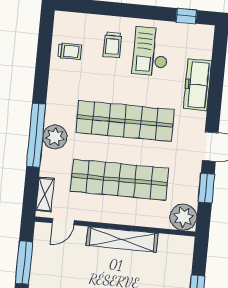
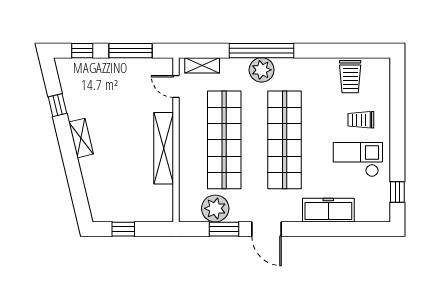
trolley: (70, 51) -> (350, 77), width x1.36, depth x1.39
plant: (183, 217) -> (215, 208), moved

